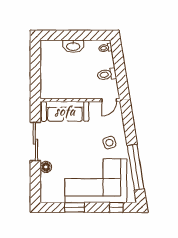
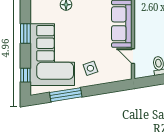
door: (109, 100) -> (133, 56), moved
window: (136, 167) -> (66, 95), width x0.68

